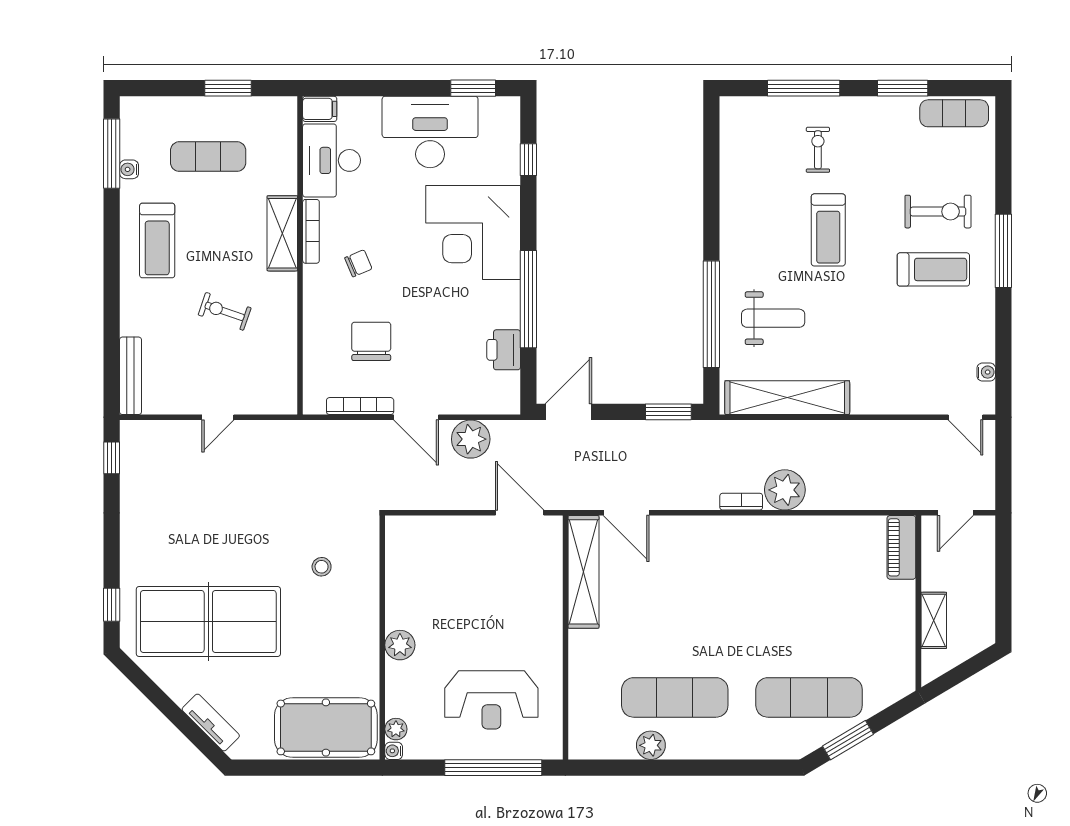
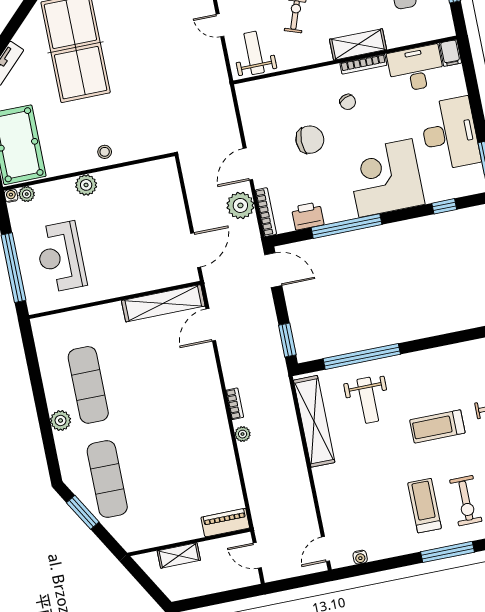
treadmill: (933, 269) -> (425, 506), turned 180
chair: (371, 341) -> (310, 140), moved
weight bench: (265, 378) -> (254, 53), added
bookcase: (360, 406) -> (266, 212), moved
plant: (785, 490) -> (243, 434), width x0.53, depth x0.53
stool: (322, 567) -> (105, 152), moved
plant: (651, 745) -> (61, 421), moved

